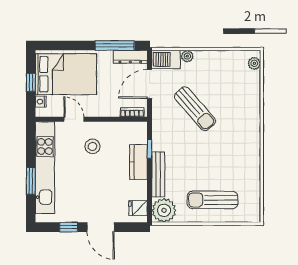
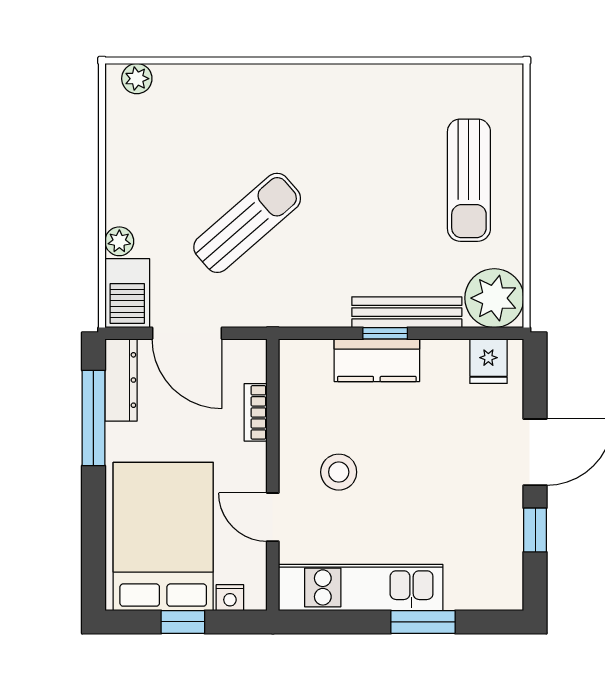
bookcase: (132, 112) -> (256, 412), moved
door: (74, 119) -> (273, 517), hinge flipped
window: (150, 149) -> (385, 333), moved
kitchen unit: (45, 168) -> (361, 587), width x0.73

